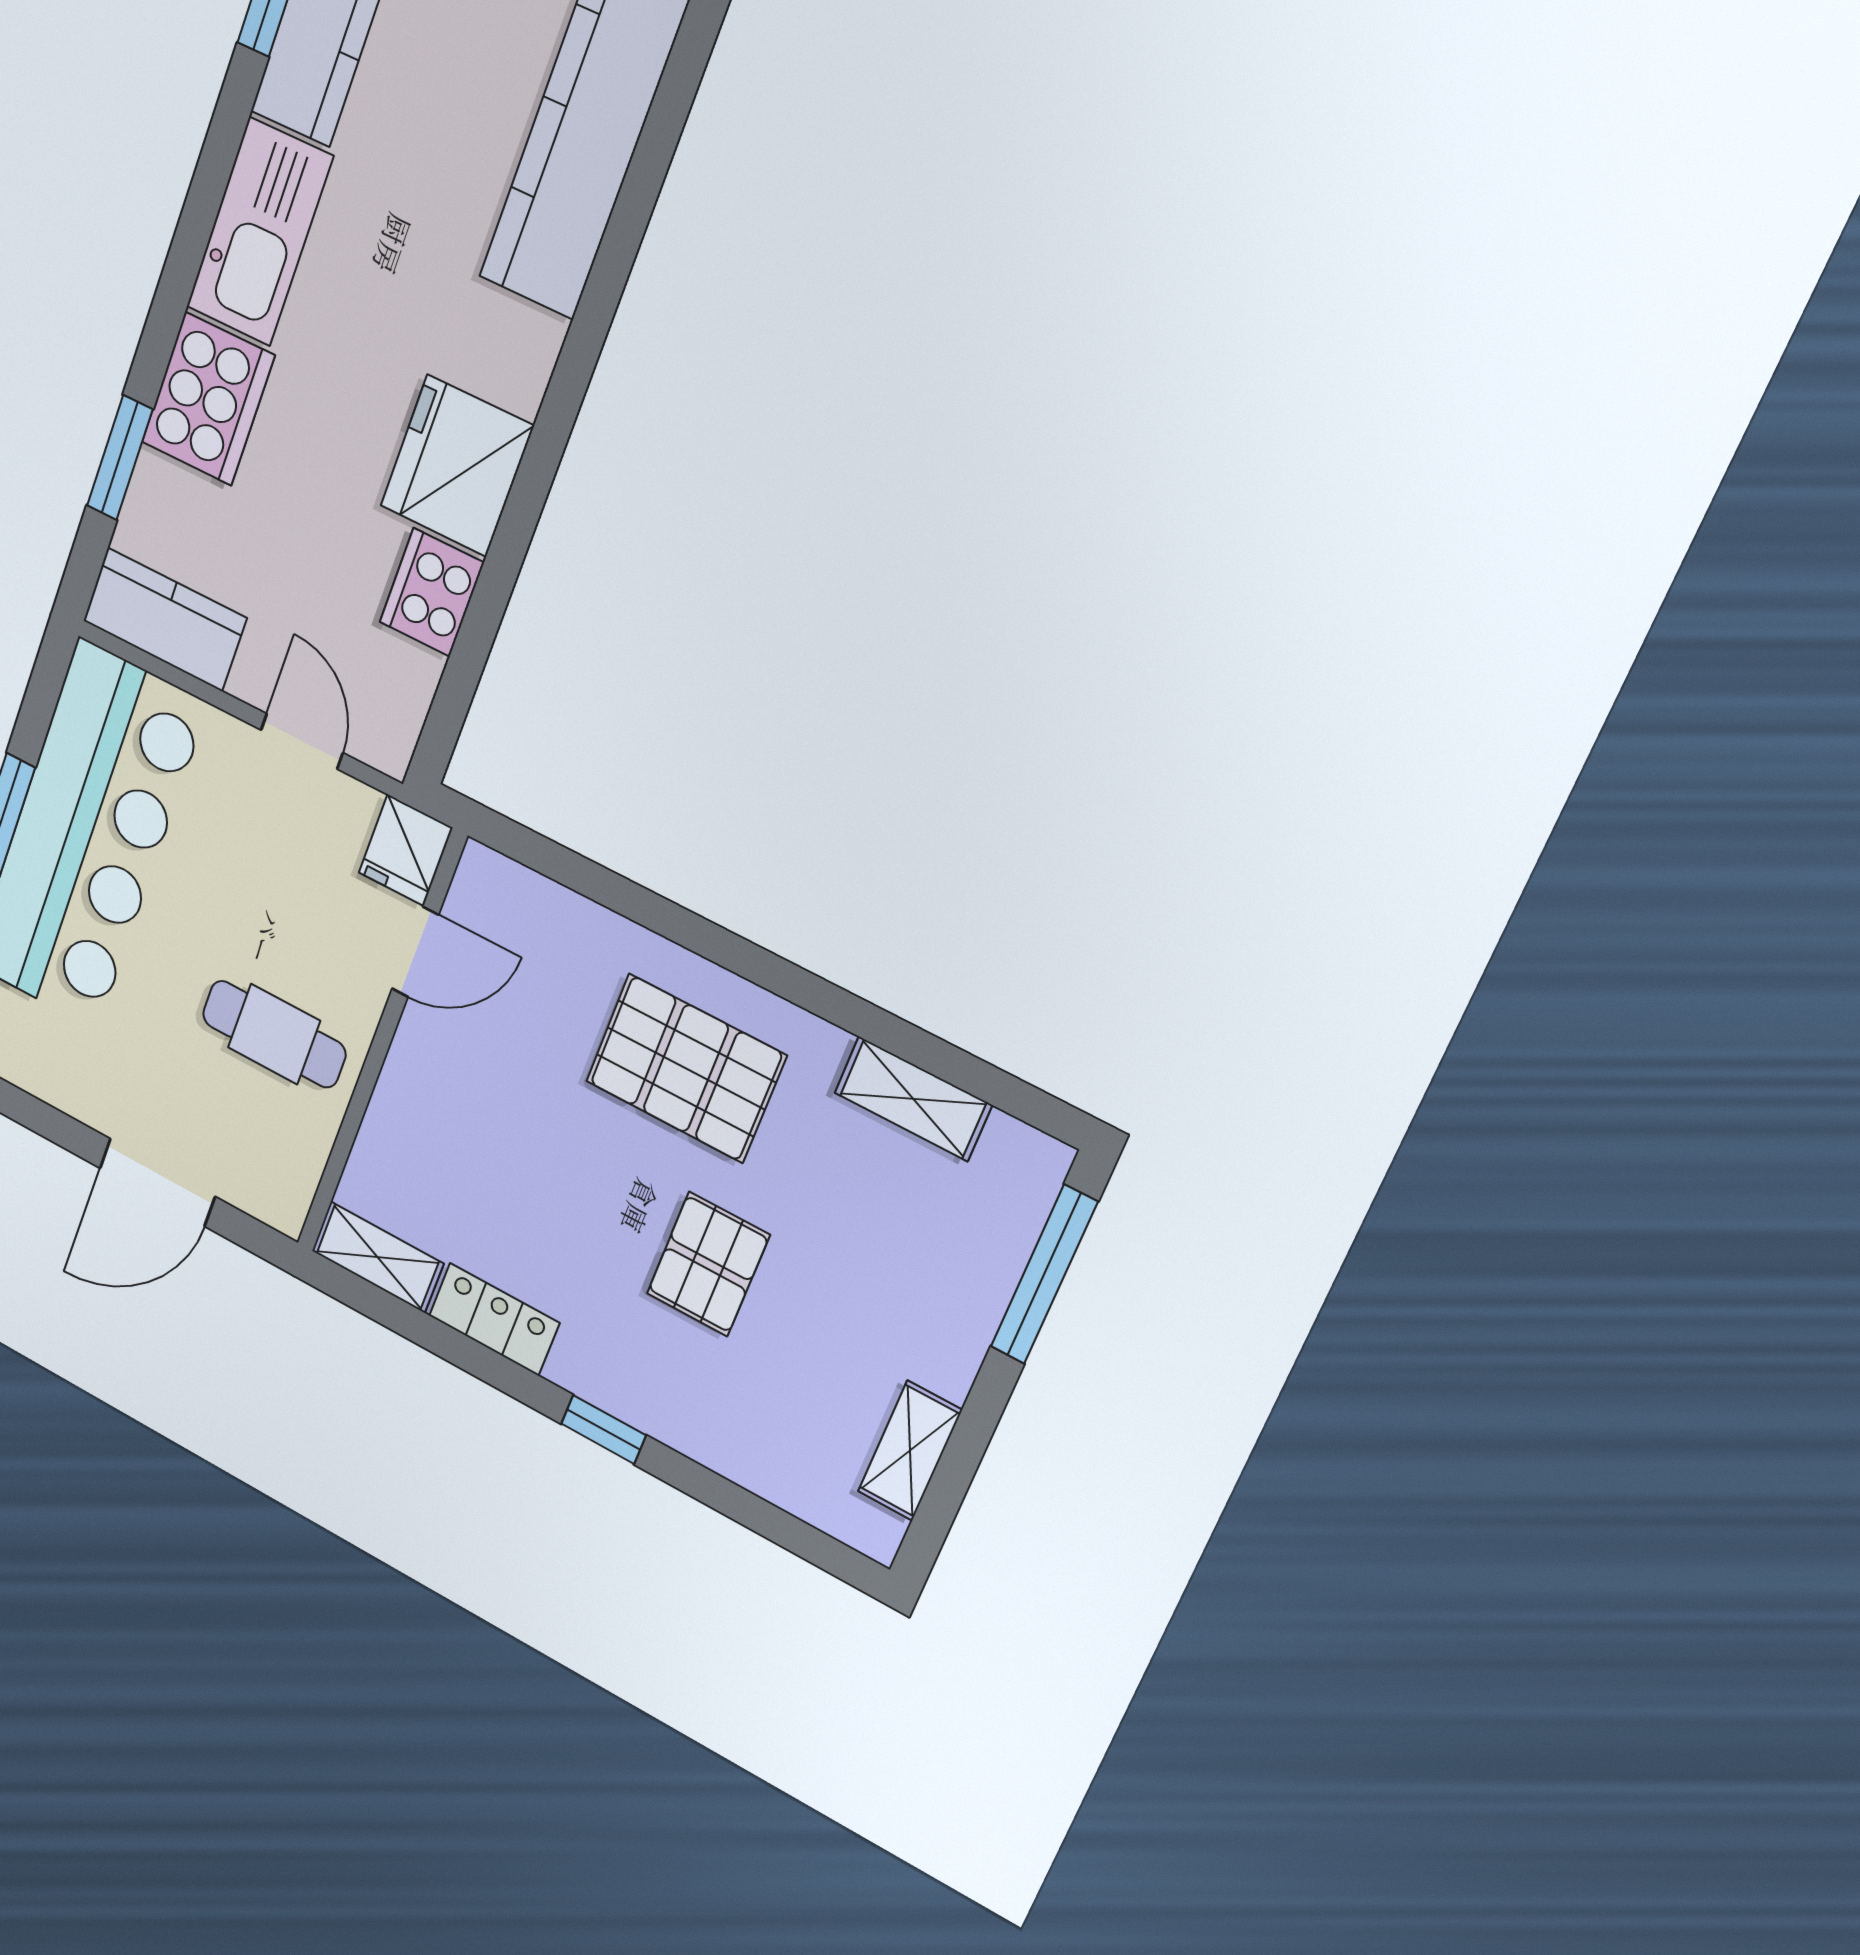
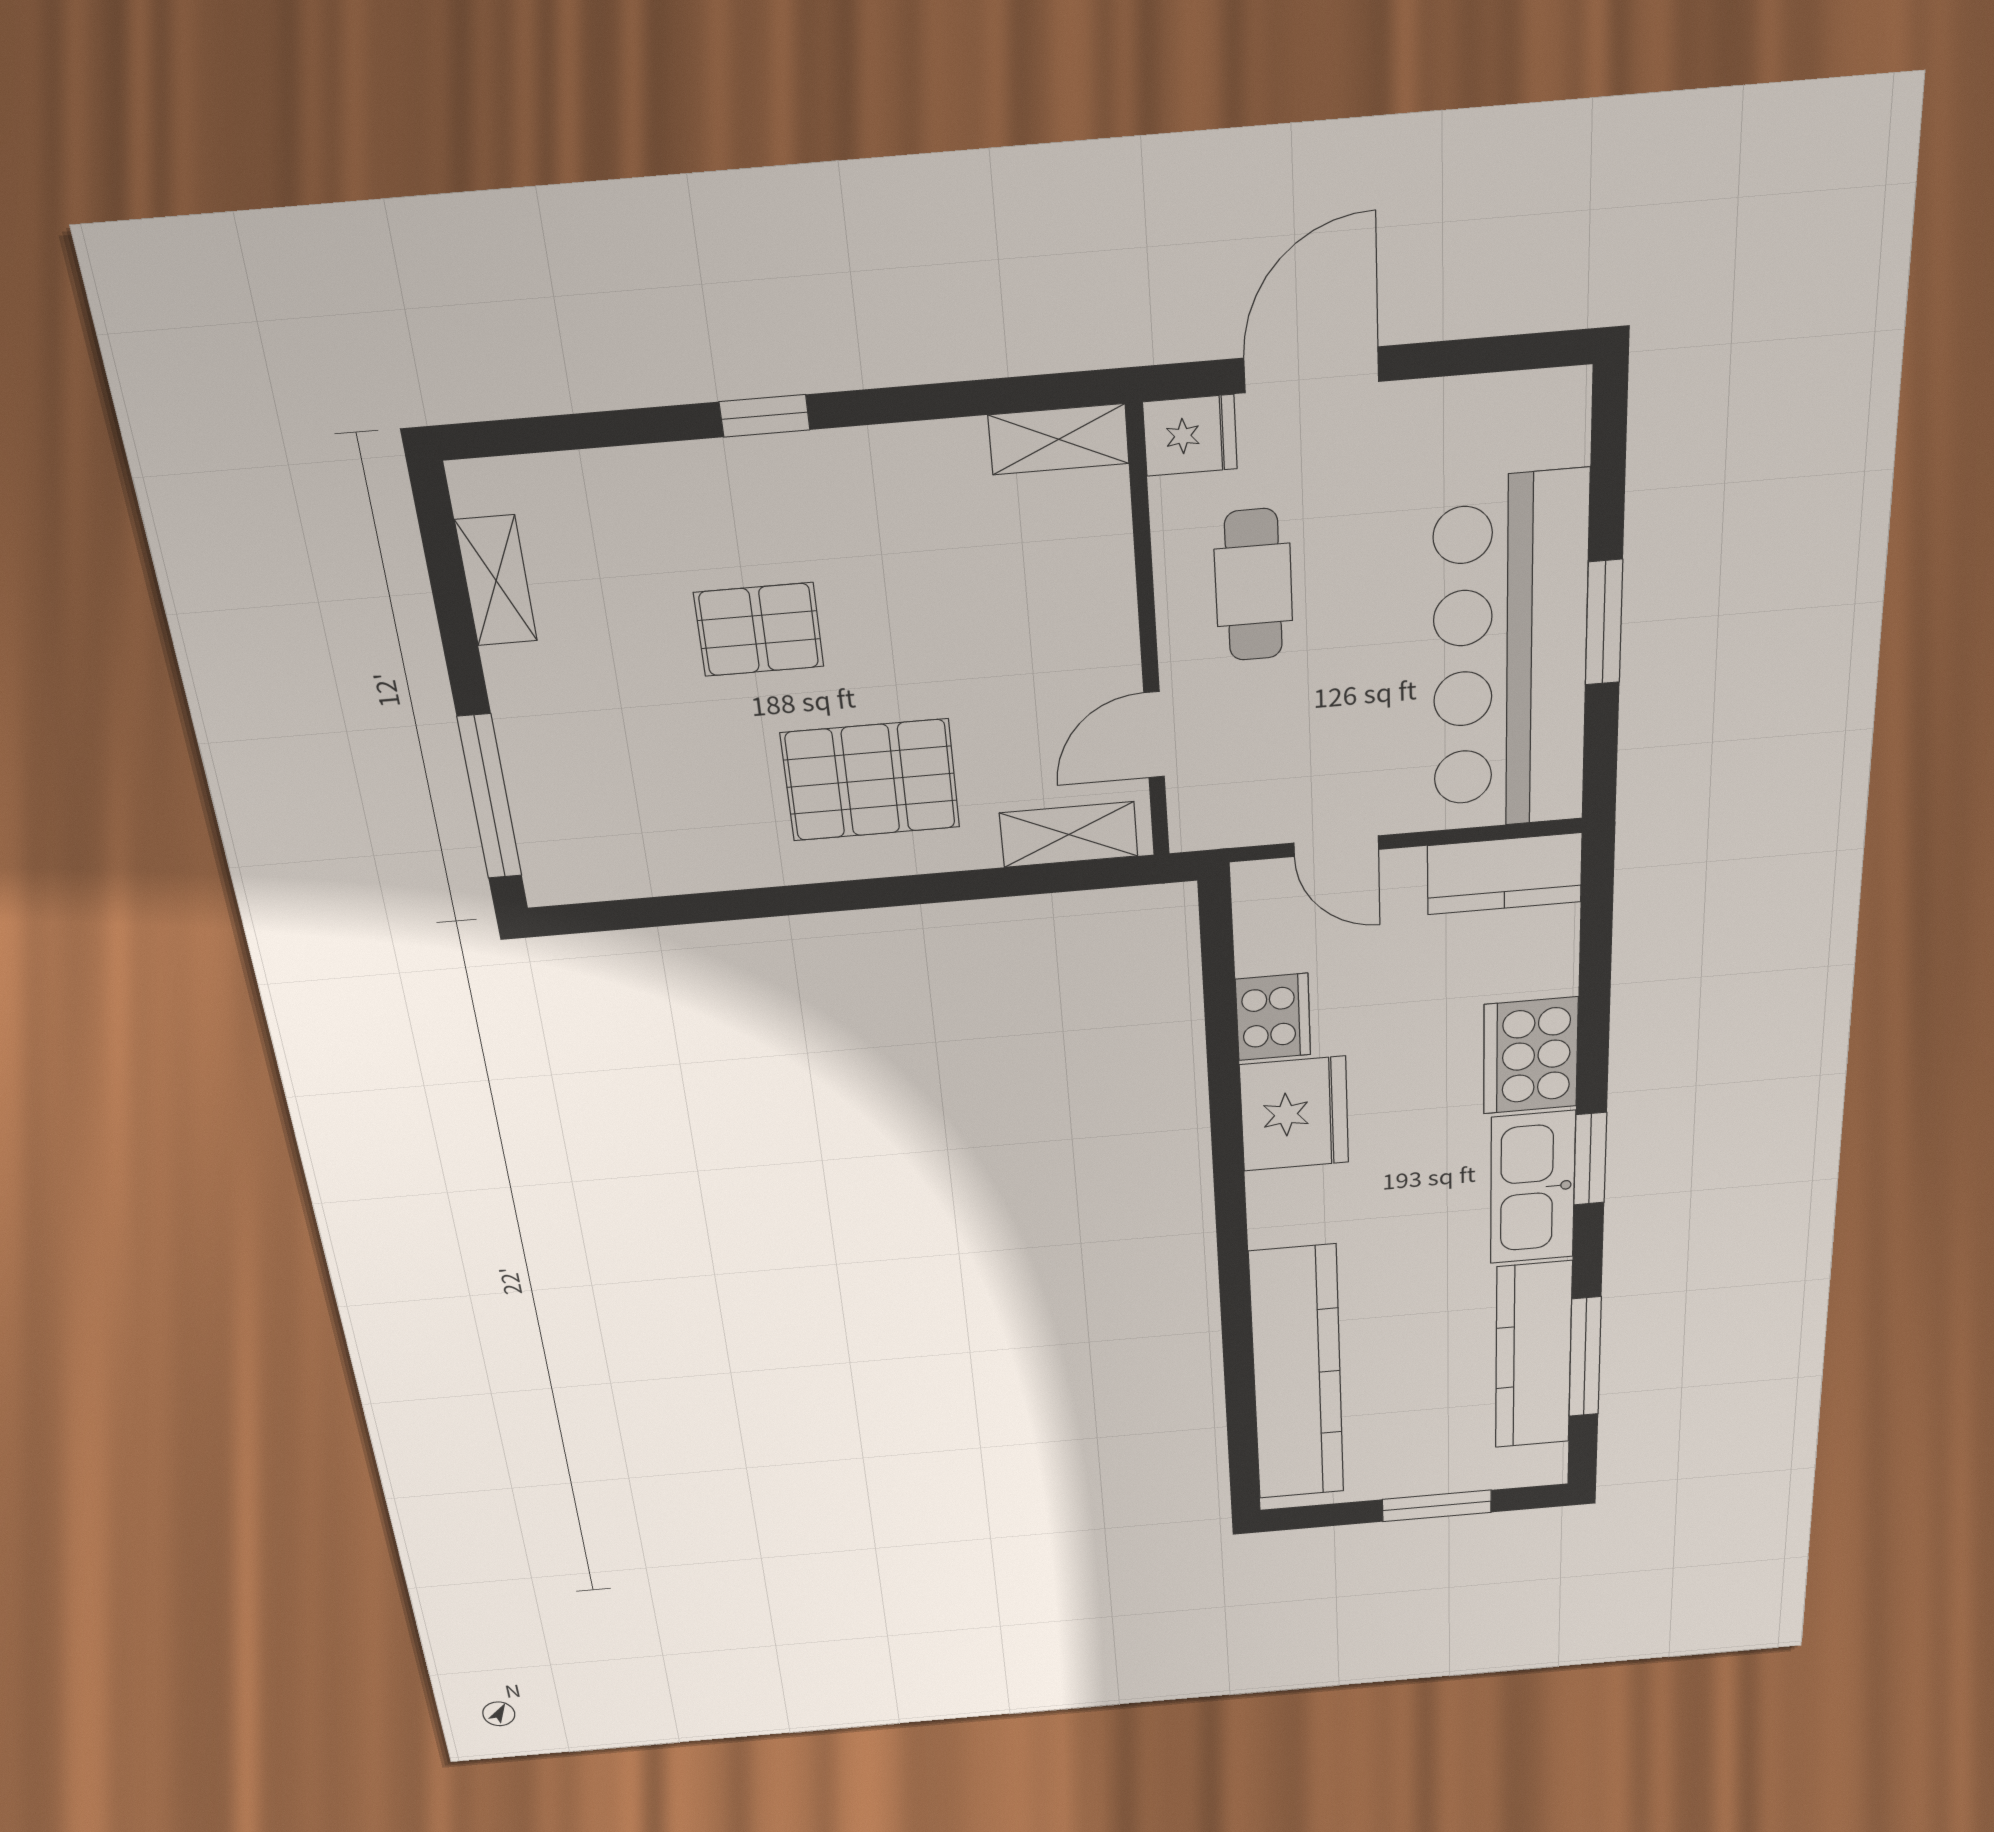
window: (120, 458) -> (1590, 1159), moved
fridge: (406, 850) -> (1190, 435), moved, turned 90
cafe table: (274, 1034) -> (1253, 585), turned 90
shelving: (913, 1099) -> (1069, 834), moved
pallet: (708, 1264) -> (759, 630), turned 90
locker: (494, 1319) -> (920, 453), removed

